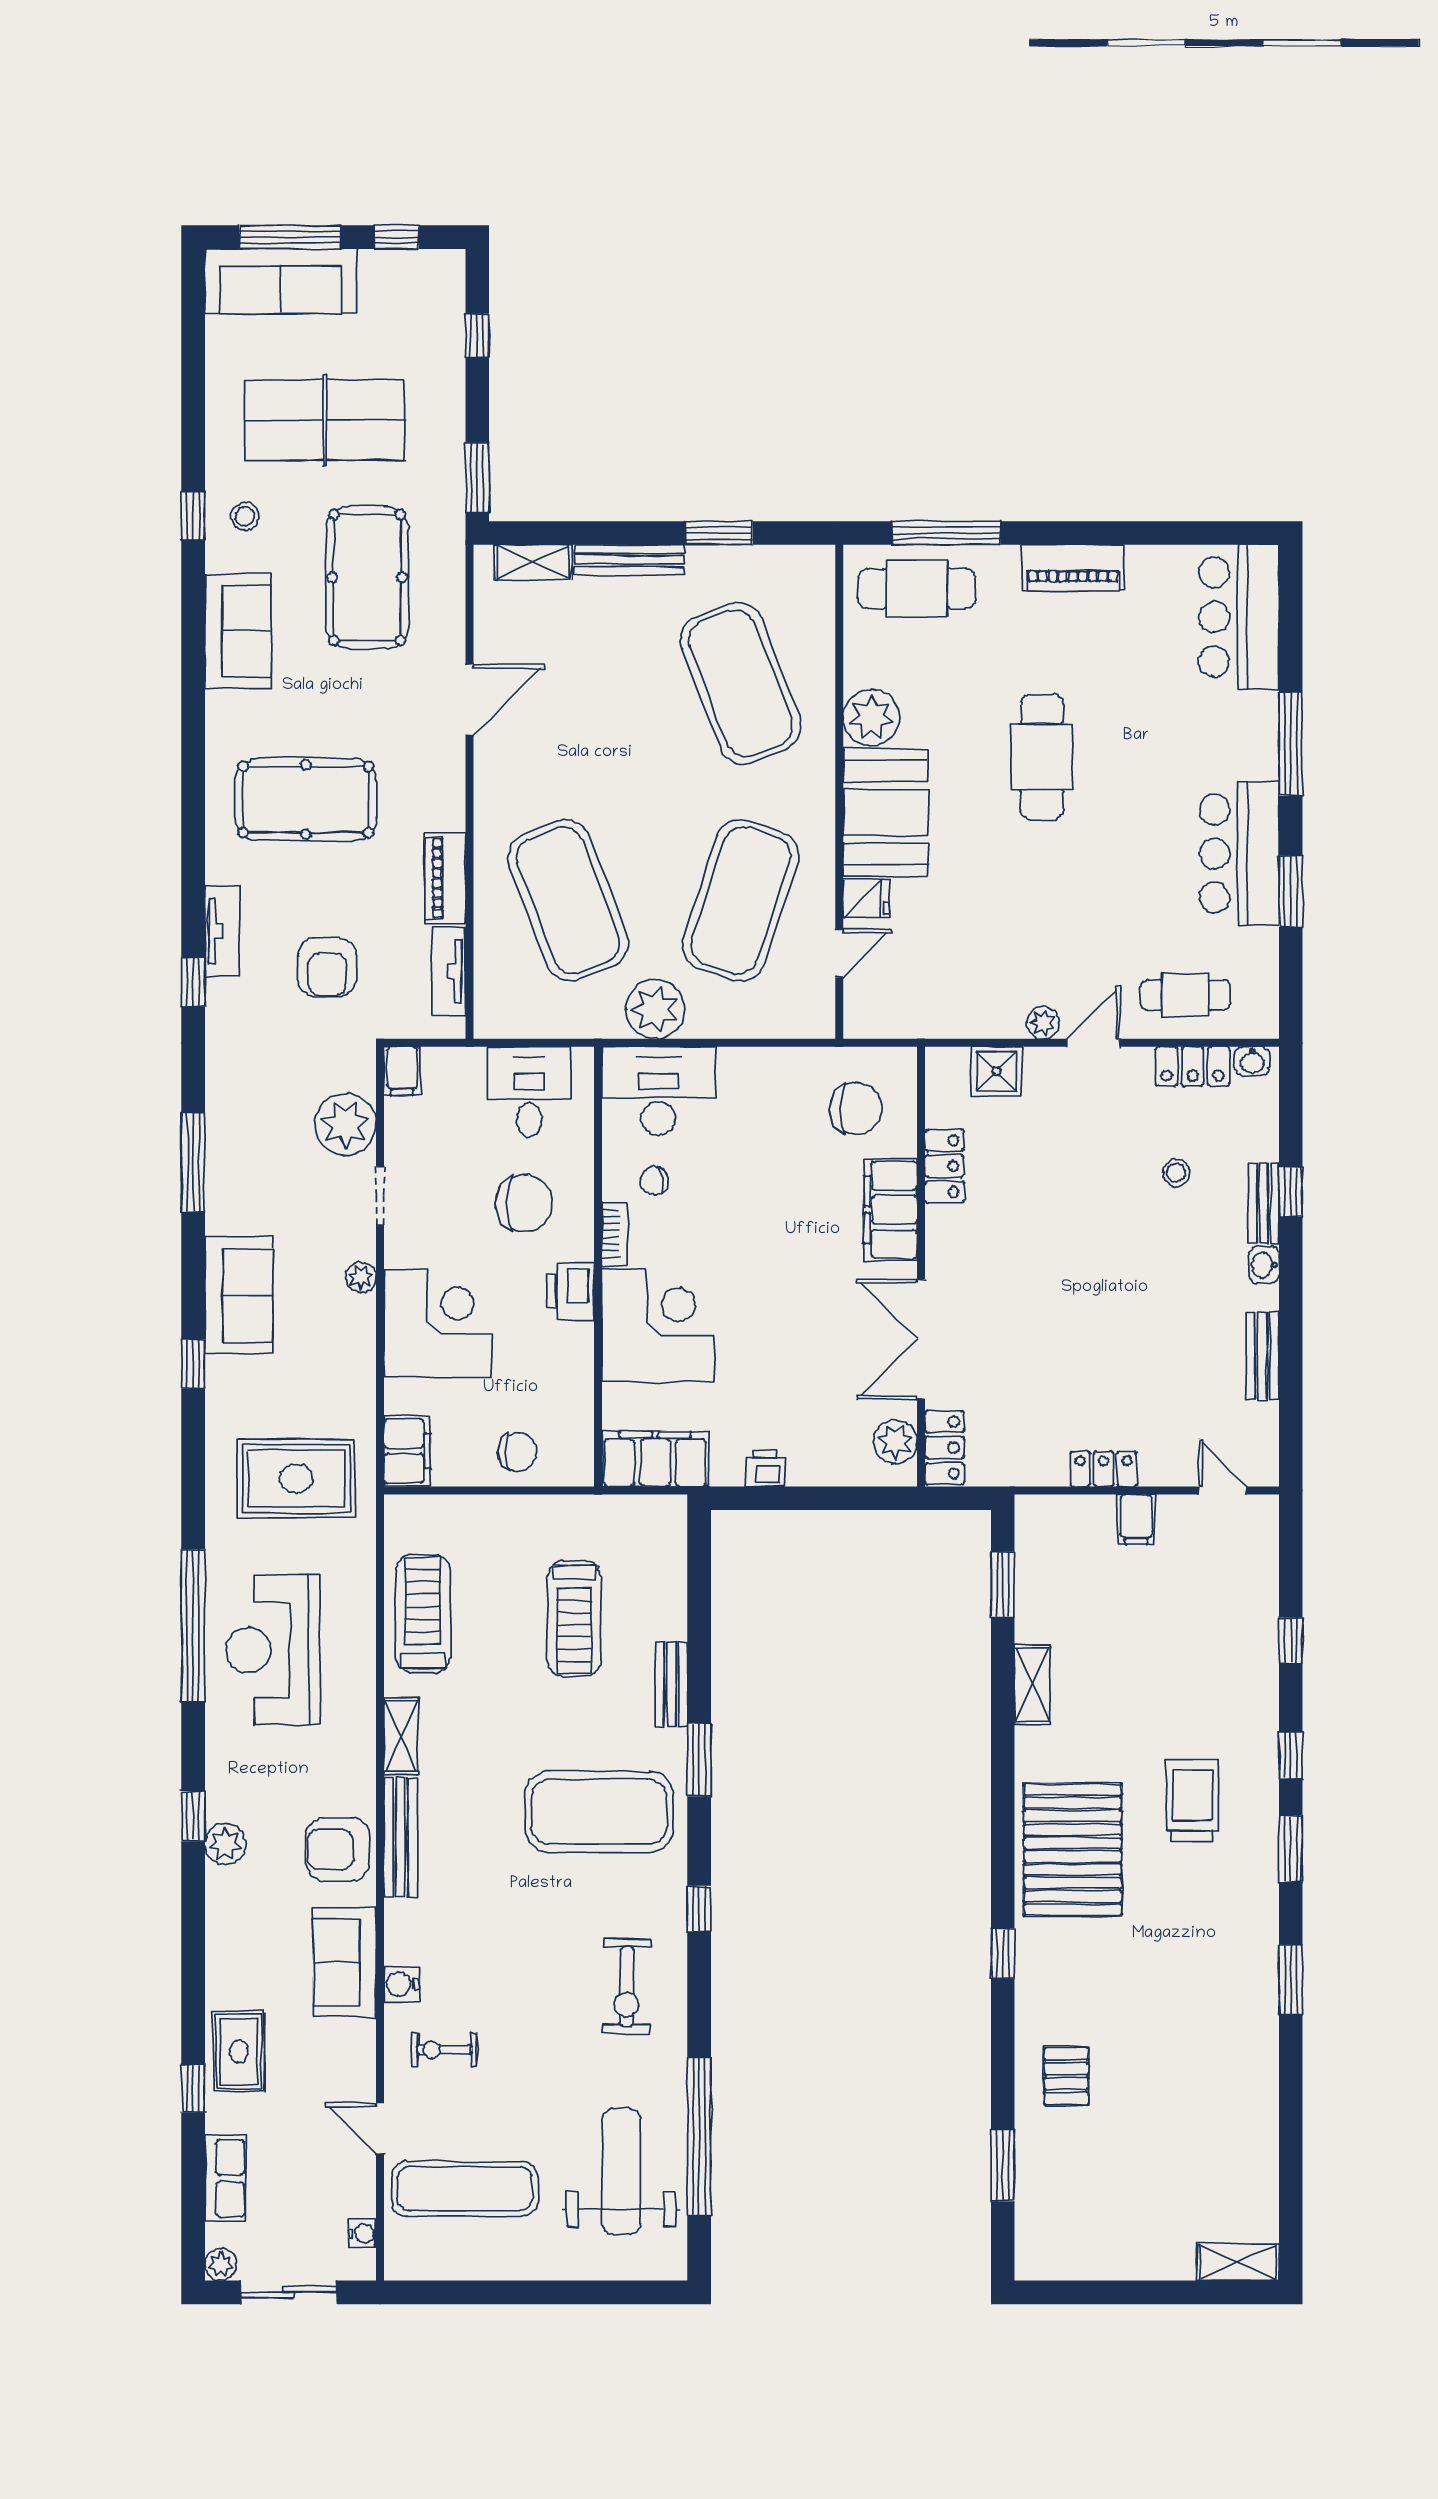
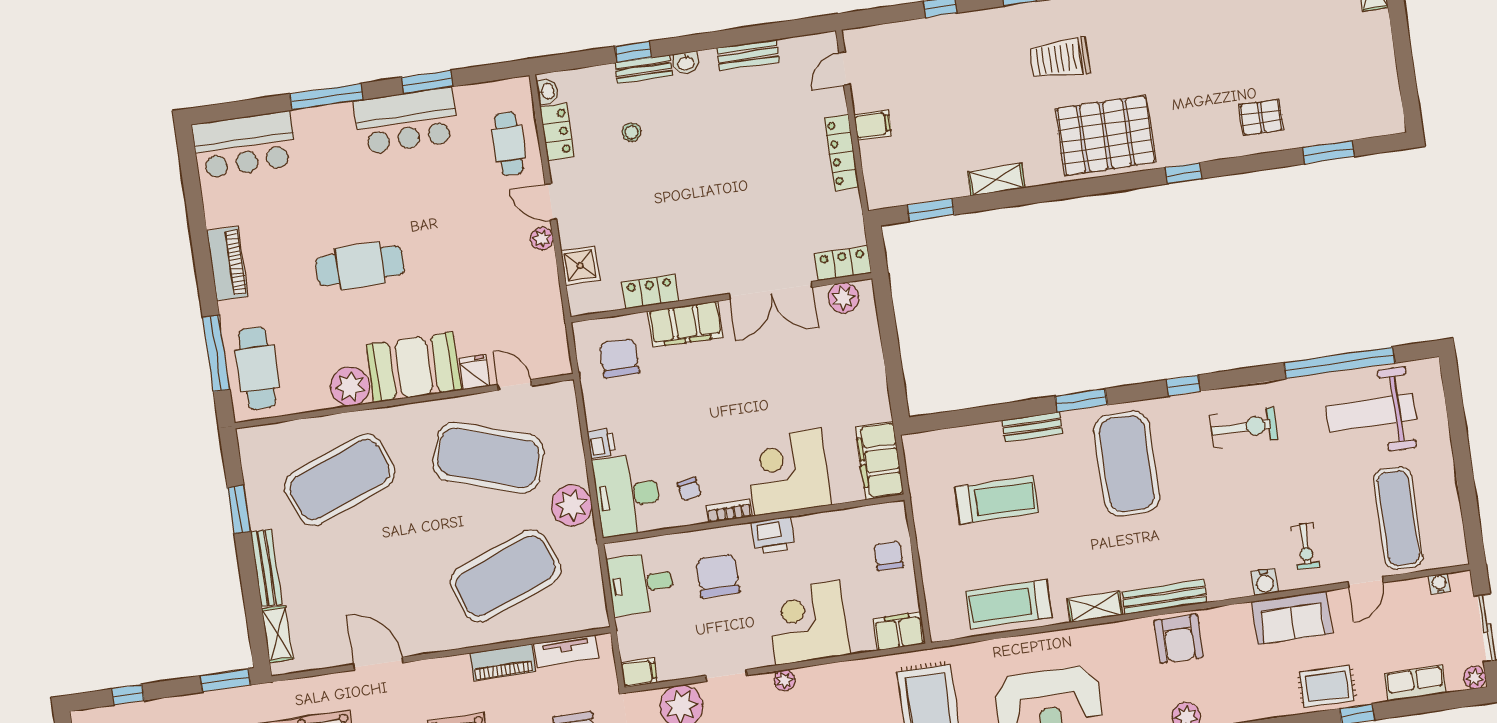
printer: (765, 1468) -> (601, 443), moved, turned 180
locker: (1103, 1469) -> (842, 153), width x1.53
sofa: (345, 1962) -> (1292, 618), moved

